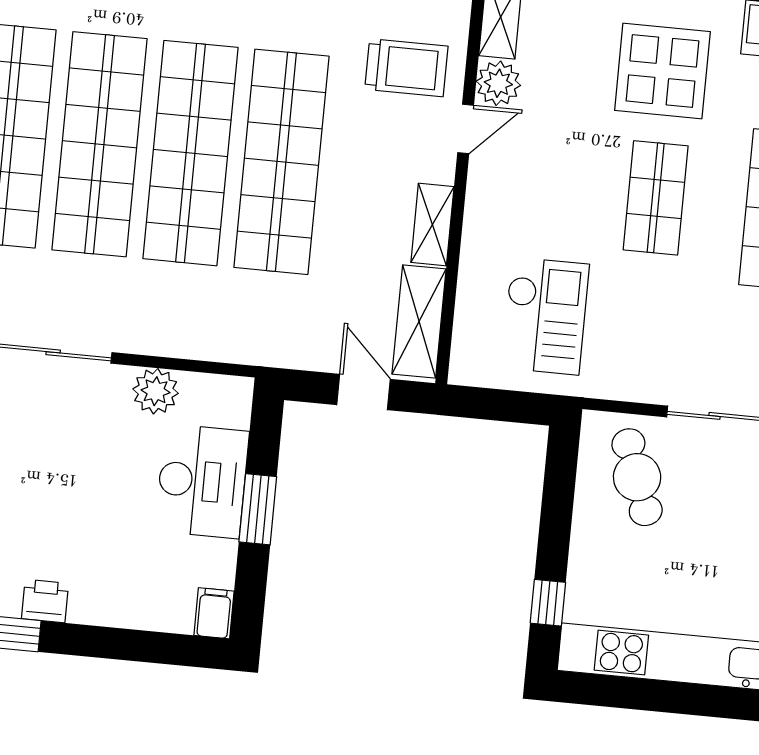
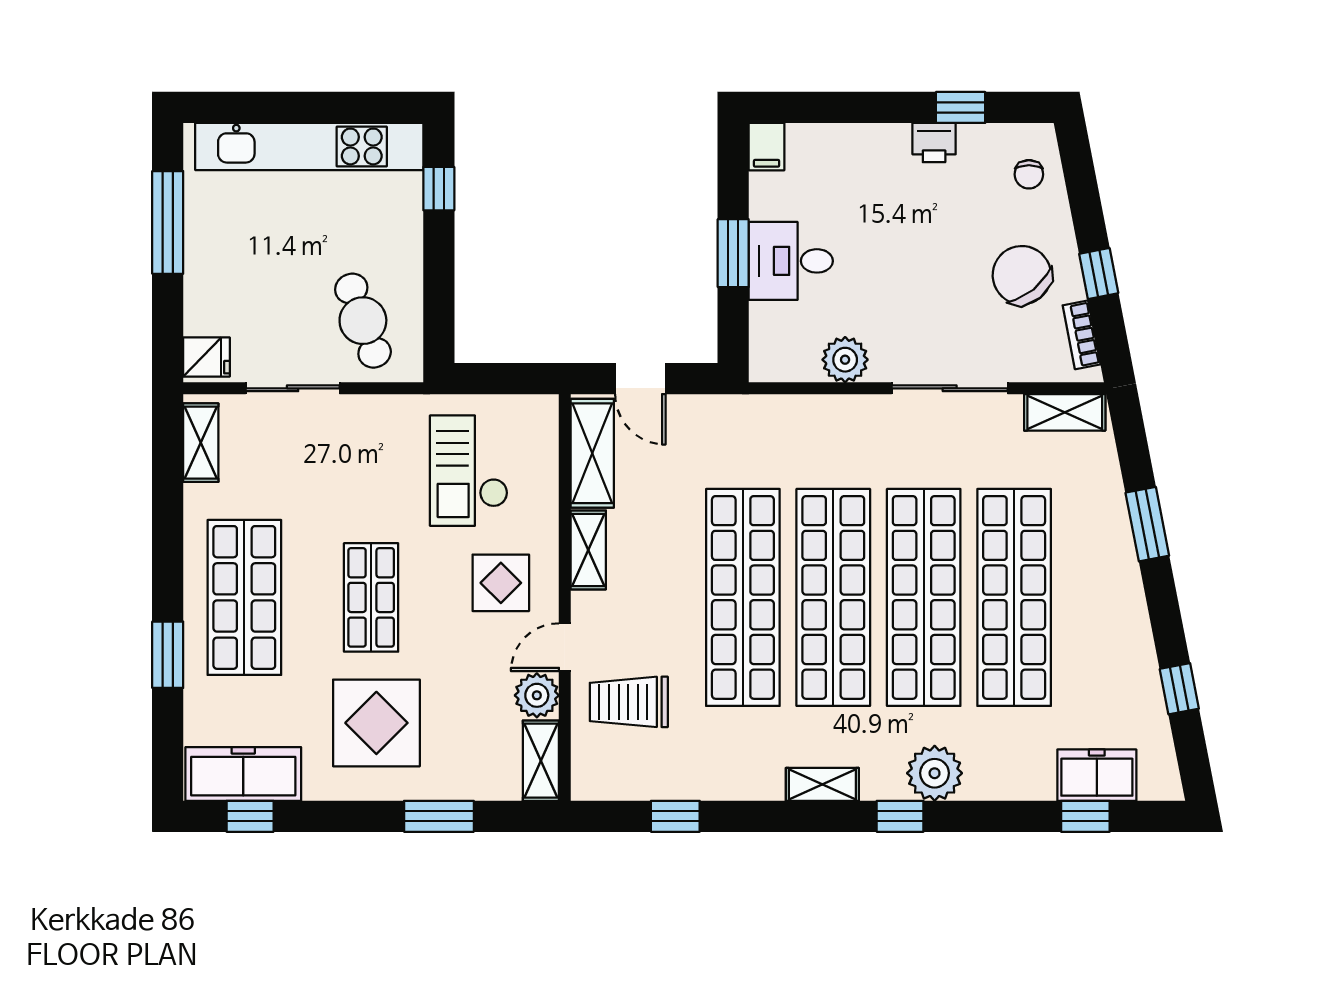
display table: (524, 200) -> (501, 583), added
desk: (202, 481) -> (791, 261), width x0.73

